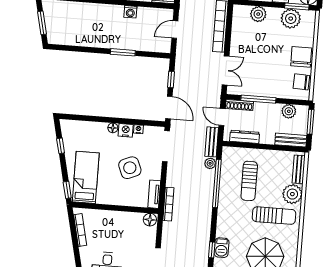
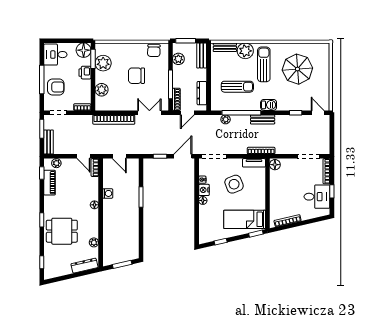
chair: (301, 57) -> (136, 76), moved
bench: (212, 142) -> (263, 119), moved
barbecue: (222, 248) -> (269, 105), moved

